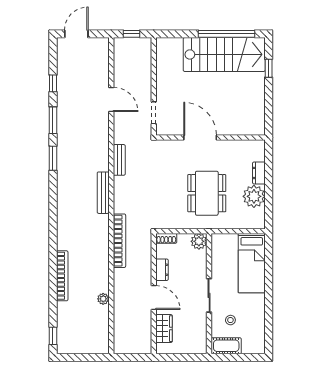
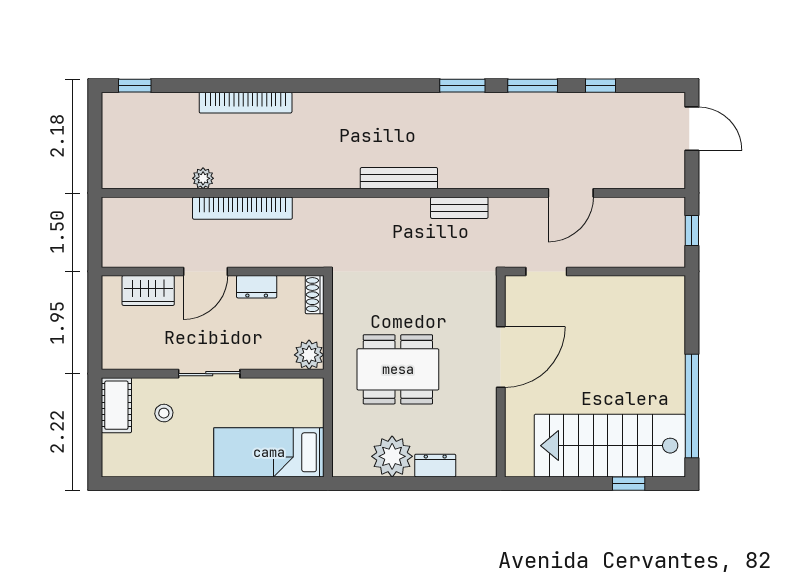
stairs: (224, 54) -> (610, 446), moved, turned 90
bookcase: (119, 241) -> (242, 208), moved

